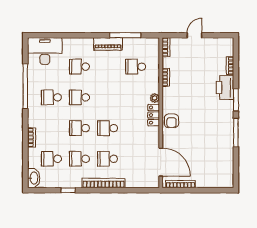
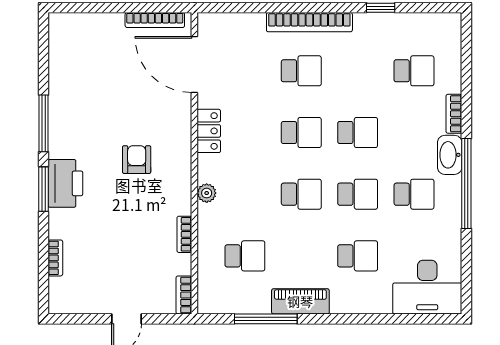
window: (25, 86) -> (466, 184), moved
printer: (225, 88) -> (65, 183), moved
locker: (154, 115) -> (209, 131), moved
armchair: (171, 121) -> (137, 160), moved
school desk: (79, 159) -> (301, 194), moved
washbasin: (34, 178) -> (450, 155), moved

